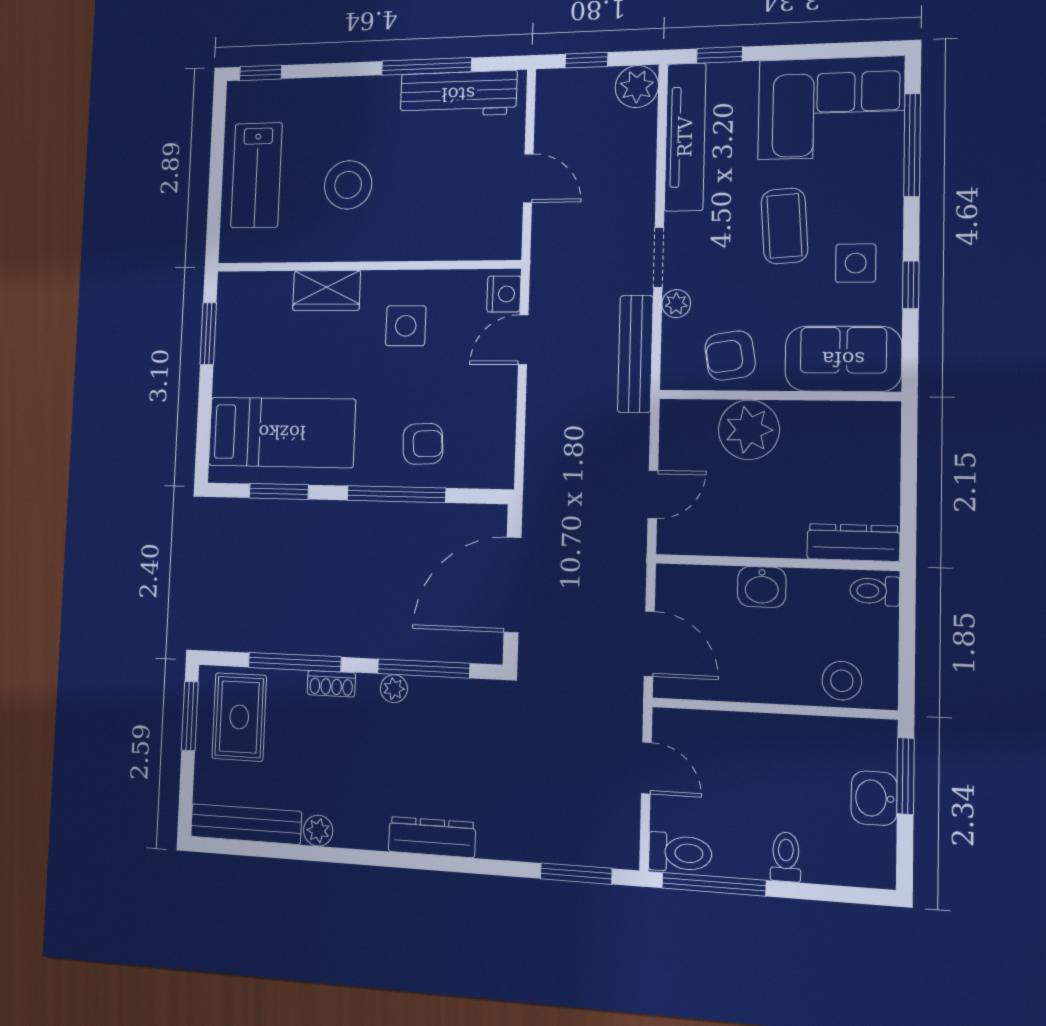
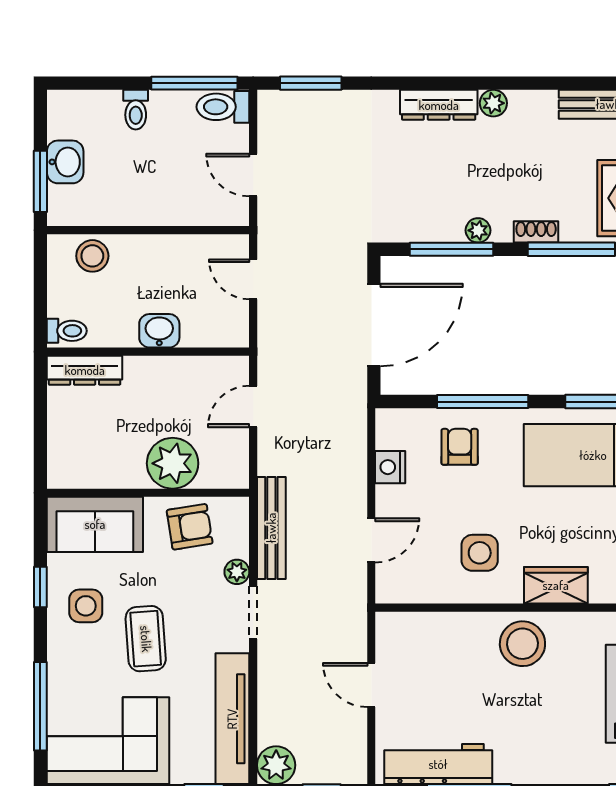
stool: (348, 185) -> (522, 644), moved
nightstand: (504, 294) -> (390, 467), moved
armchair: (423, 444) -> (460, 447), turned 93
door: (649, 644) -> (253, 279), width x0.73
plant: (318, 831) -> (493, 103), moved

